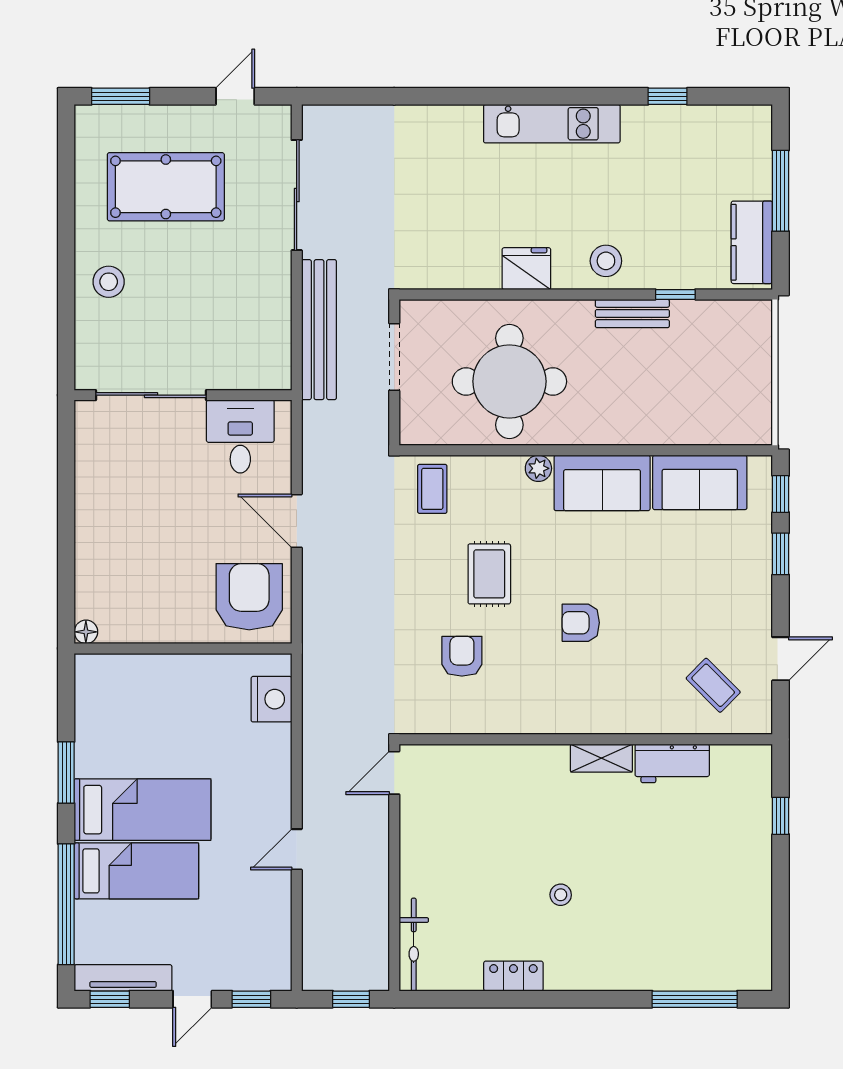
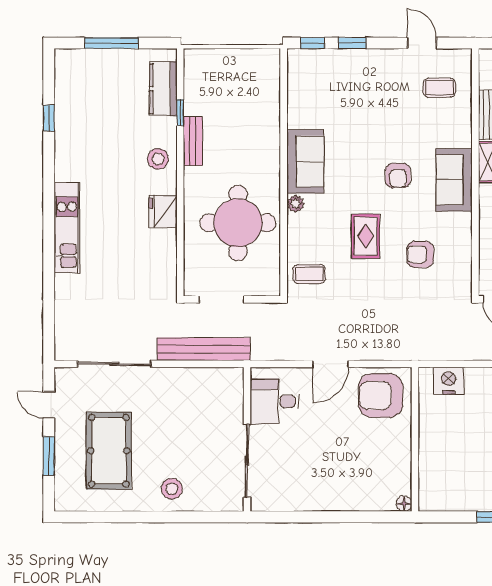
window: (121, 96) -> (49, 456), moved
kitchen unit: (552, 124) -> (67, 228), moved
kitchen counter: (752, 242) -> (163, 89), moved, turned 90
sofa: (700, 482) -> (454, 180), moved, turned 180
rug: (489, 574) -> (366, 236), turned 90
coffee table: (713, 685) -> (439, 88), turned 45

